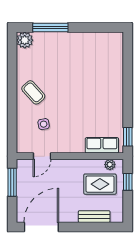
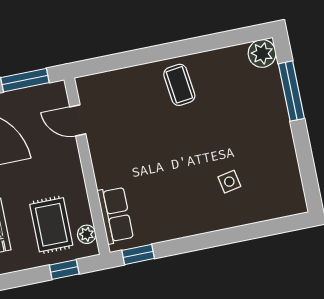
coffee table: (33, 92) -> (179, 85), turned -55
side table: (44, 124) -> (229, 182), moved

